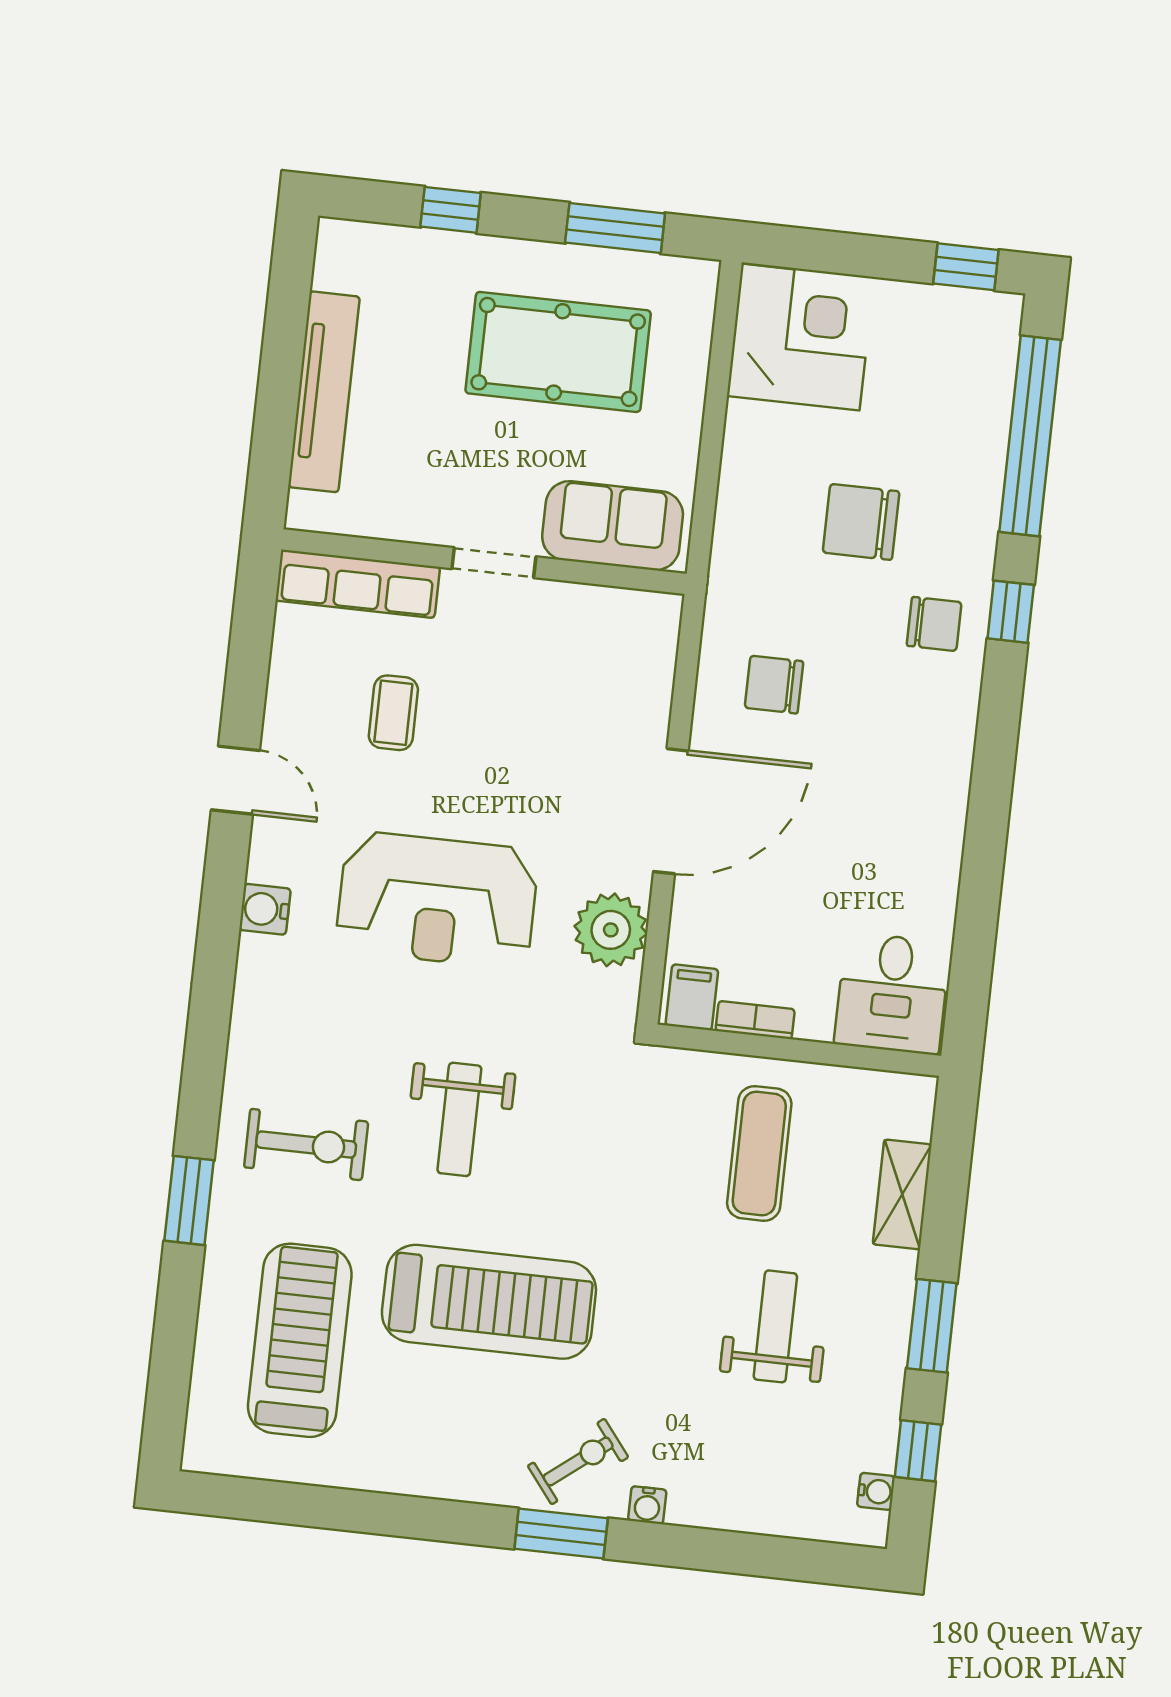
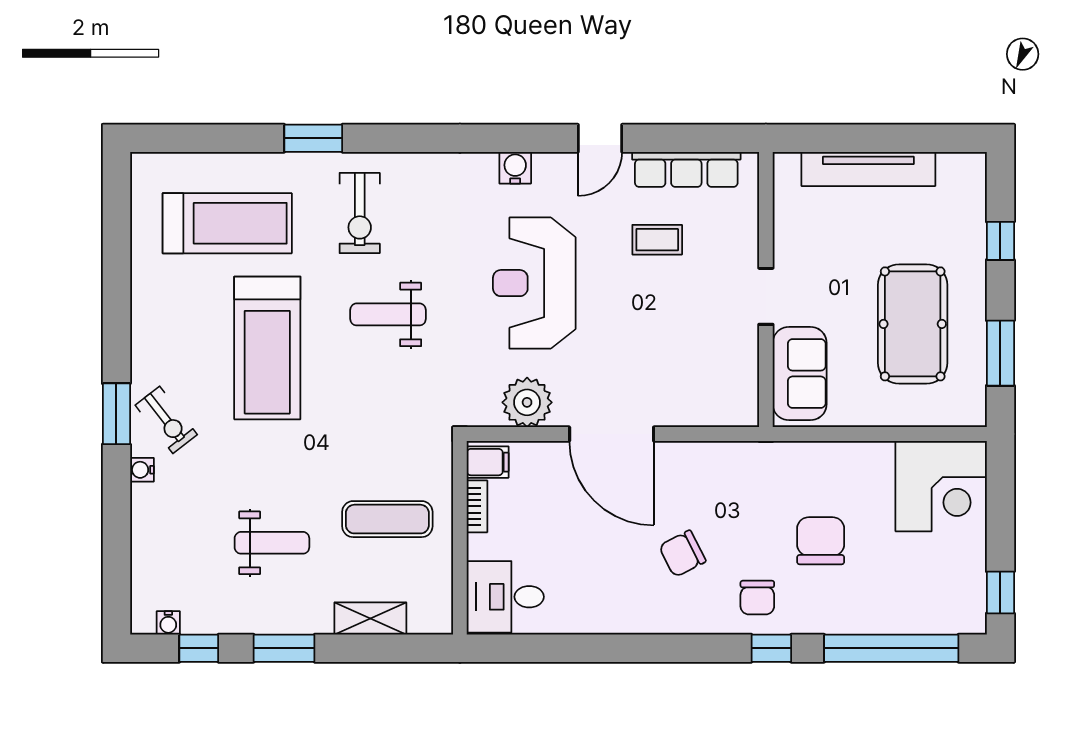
row of seats: (358, 584) -> (686, 169), moved, turned -90
chair: (774, 685) -> (682, 554), moved, turned -117

